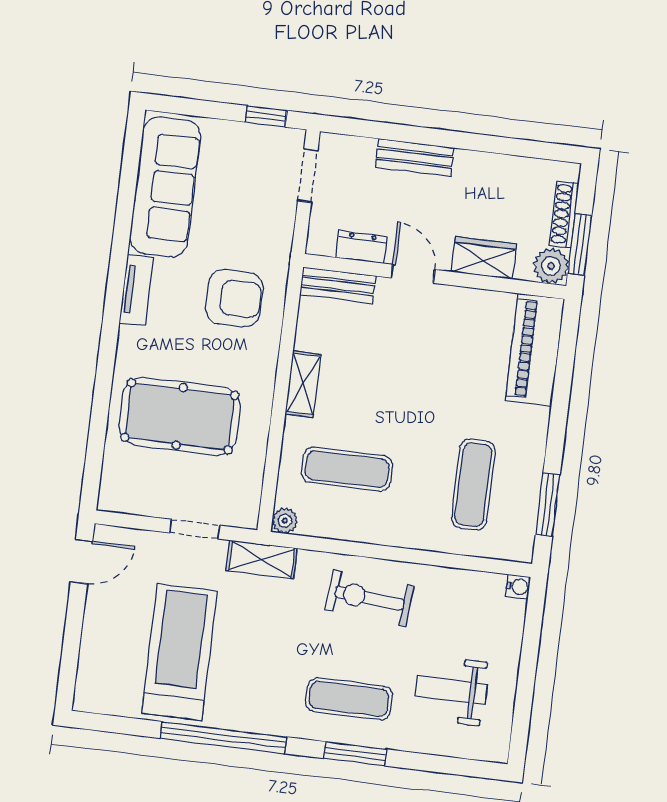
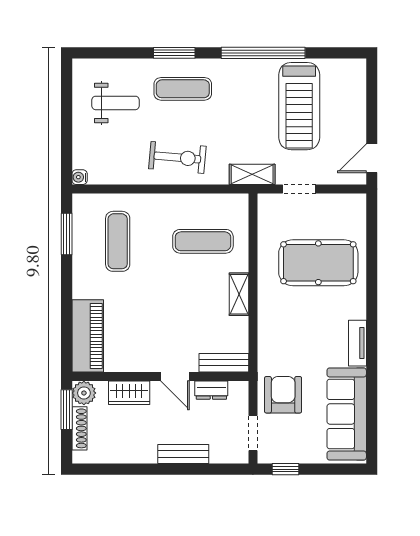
armchair: (234, 298) -> (283, 395), moved, turned 90
plant: (285, 521) -> (240, 202), removed

